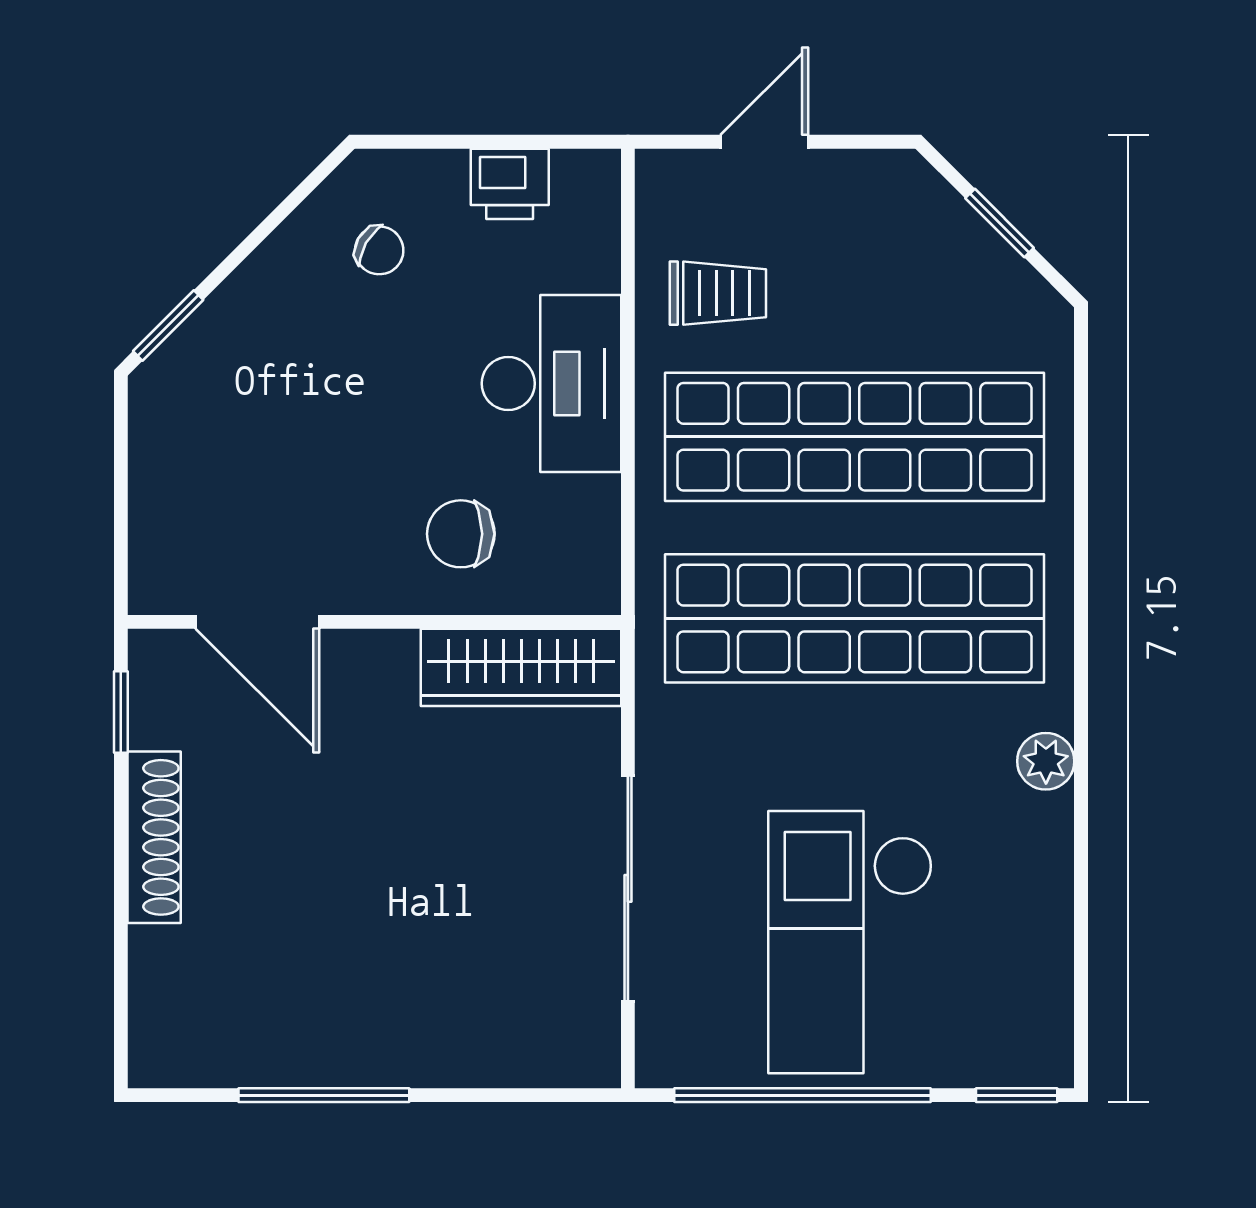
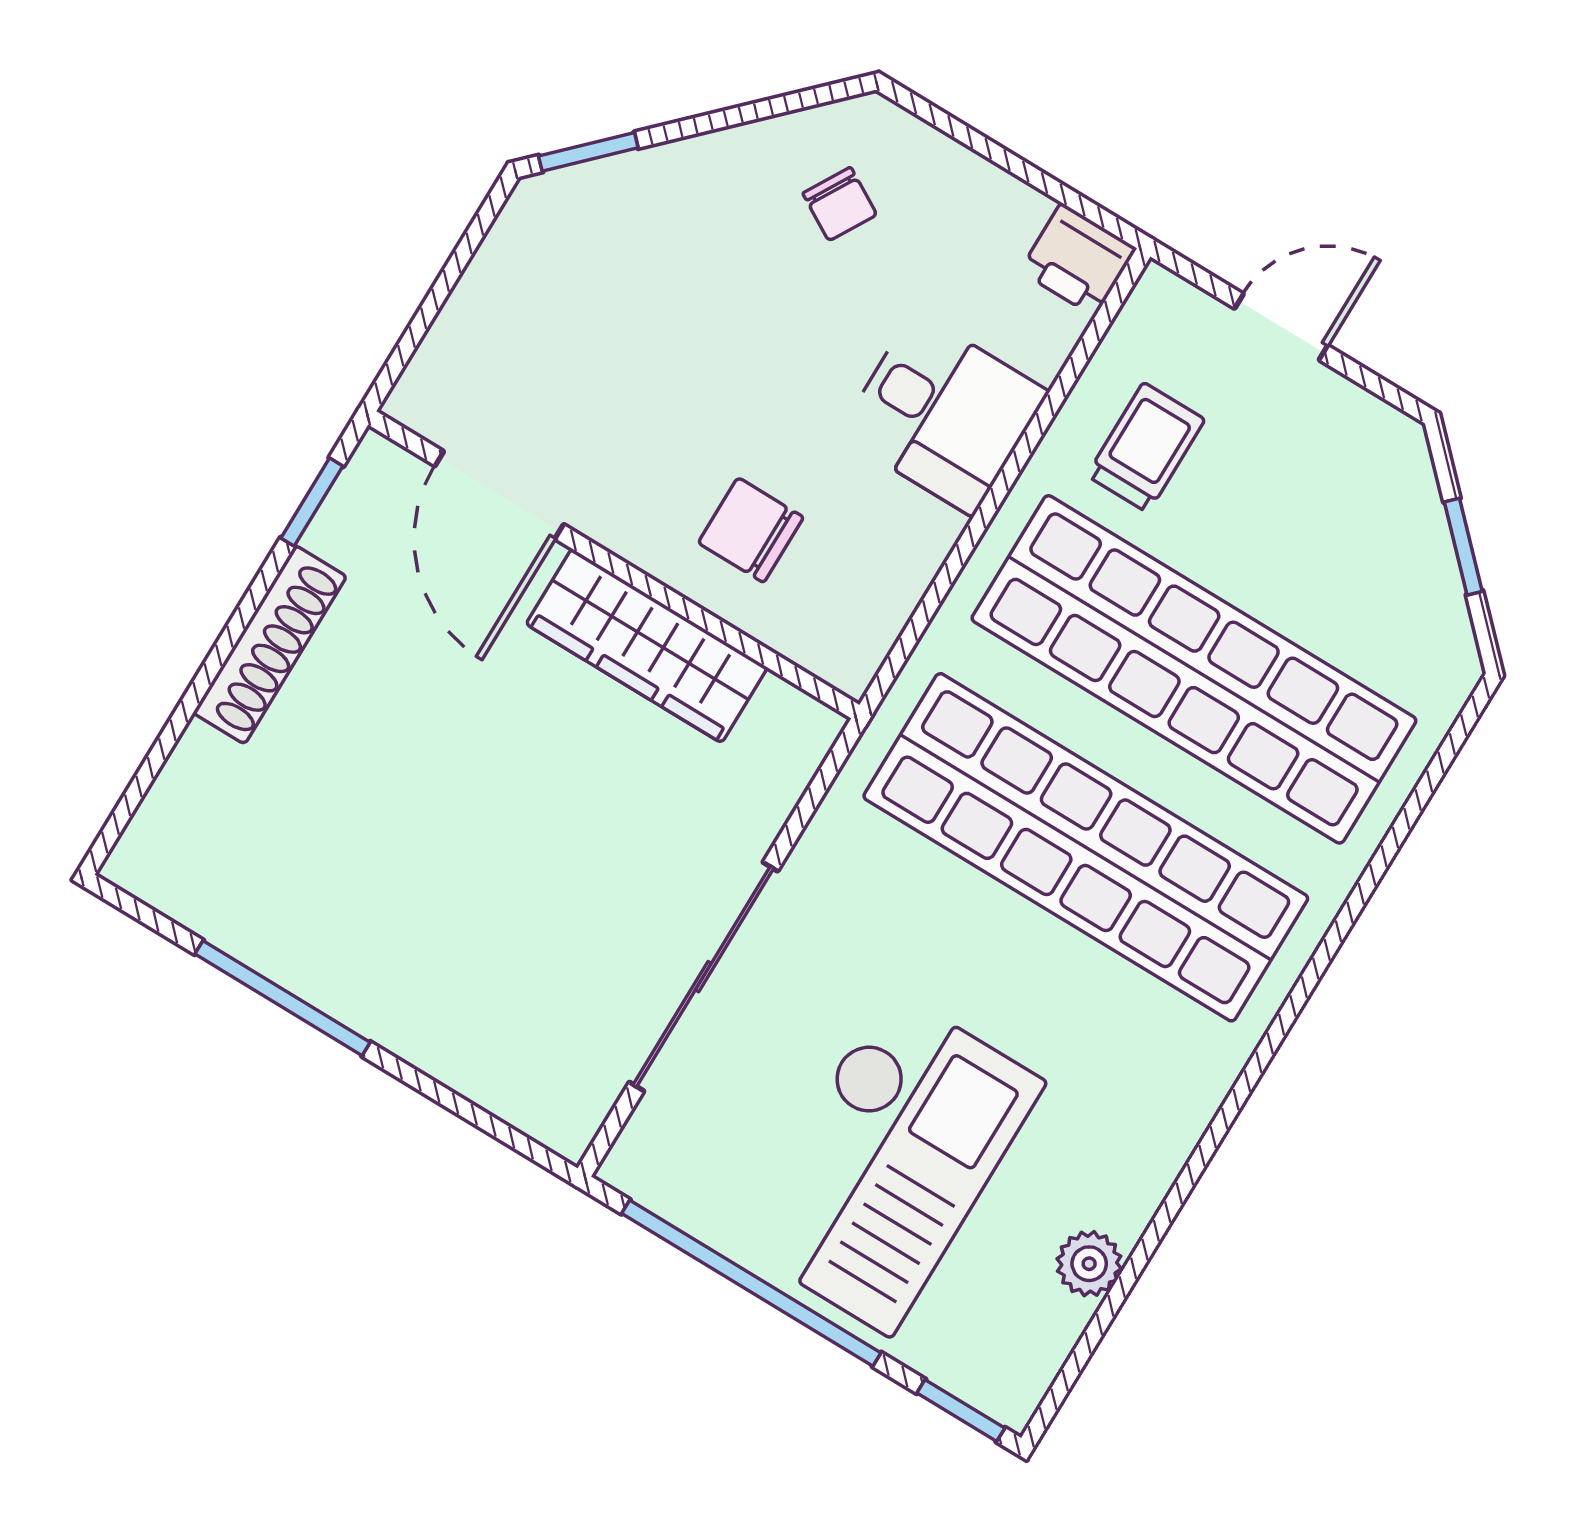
printer: (510, 184) -> (1078, 260), moved
trolley: (718, 293) -> (1146, 447), turned -90
desk: (551, 383) -> (943, 413), width x0.73
wardrobe: (521, 667) -> (647, 646), moved
plant: (1046, 761) -> (1089, 1264), moved
checkout: (850, 942) -> (889, 1162), turned 180

